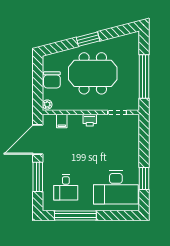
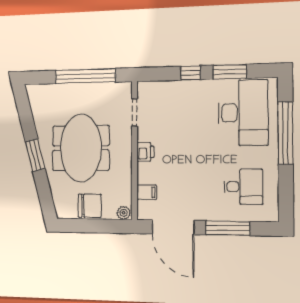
window: (144, 152) -> (191, 73), added
window: (75, 215) -> (285, 133), moved

